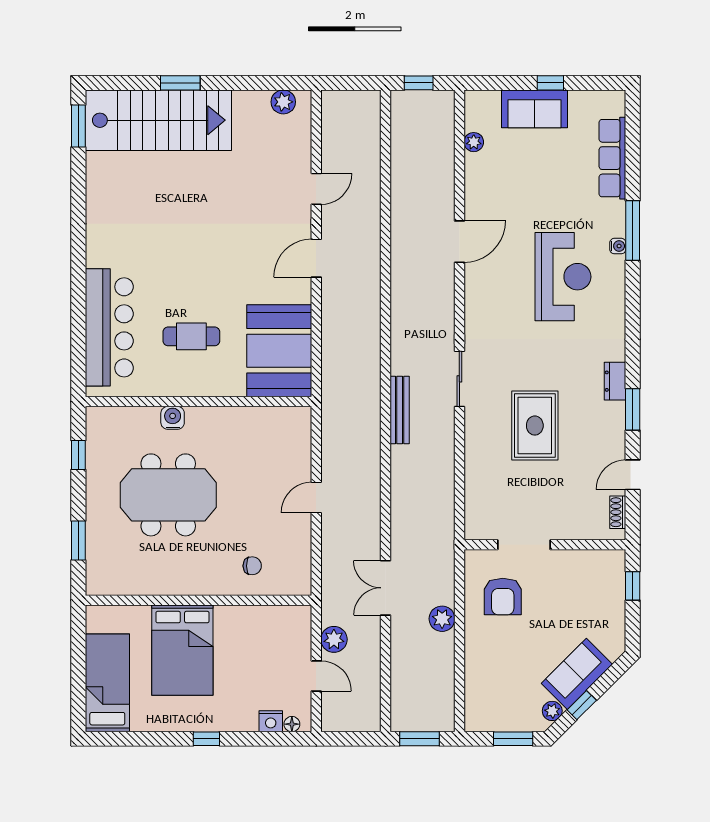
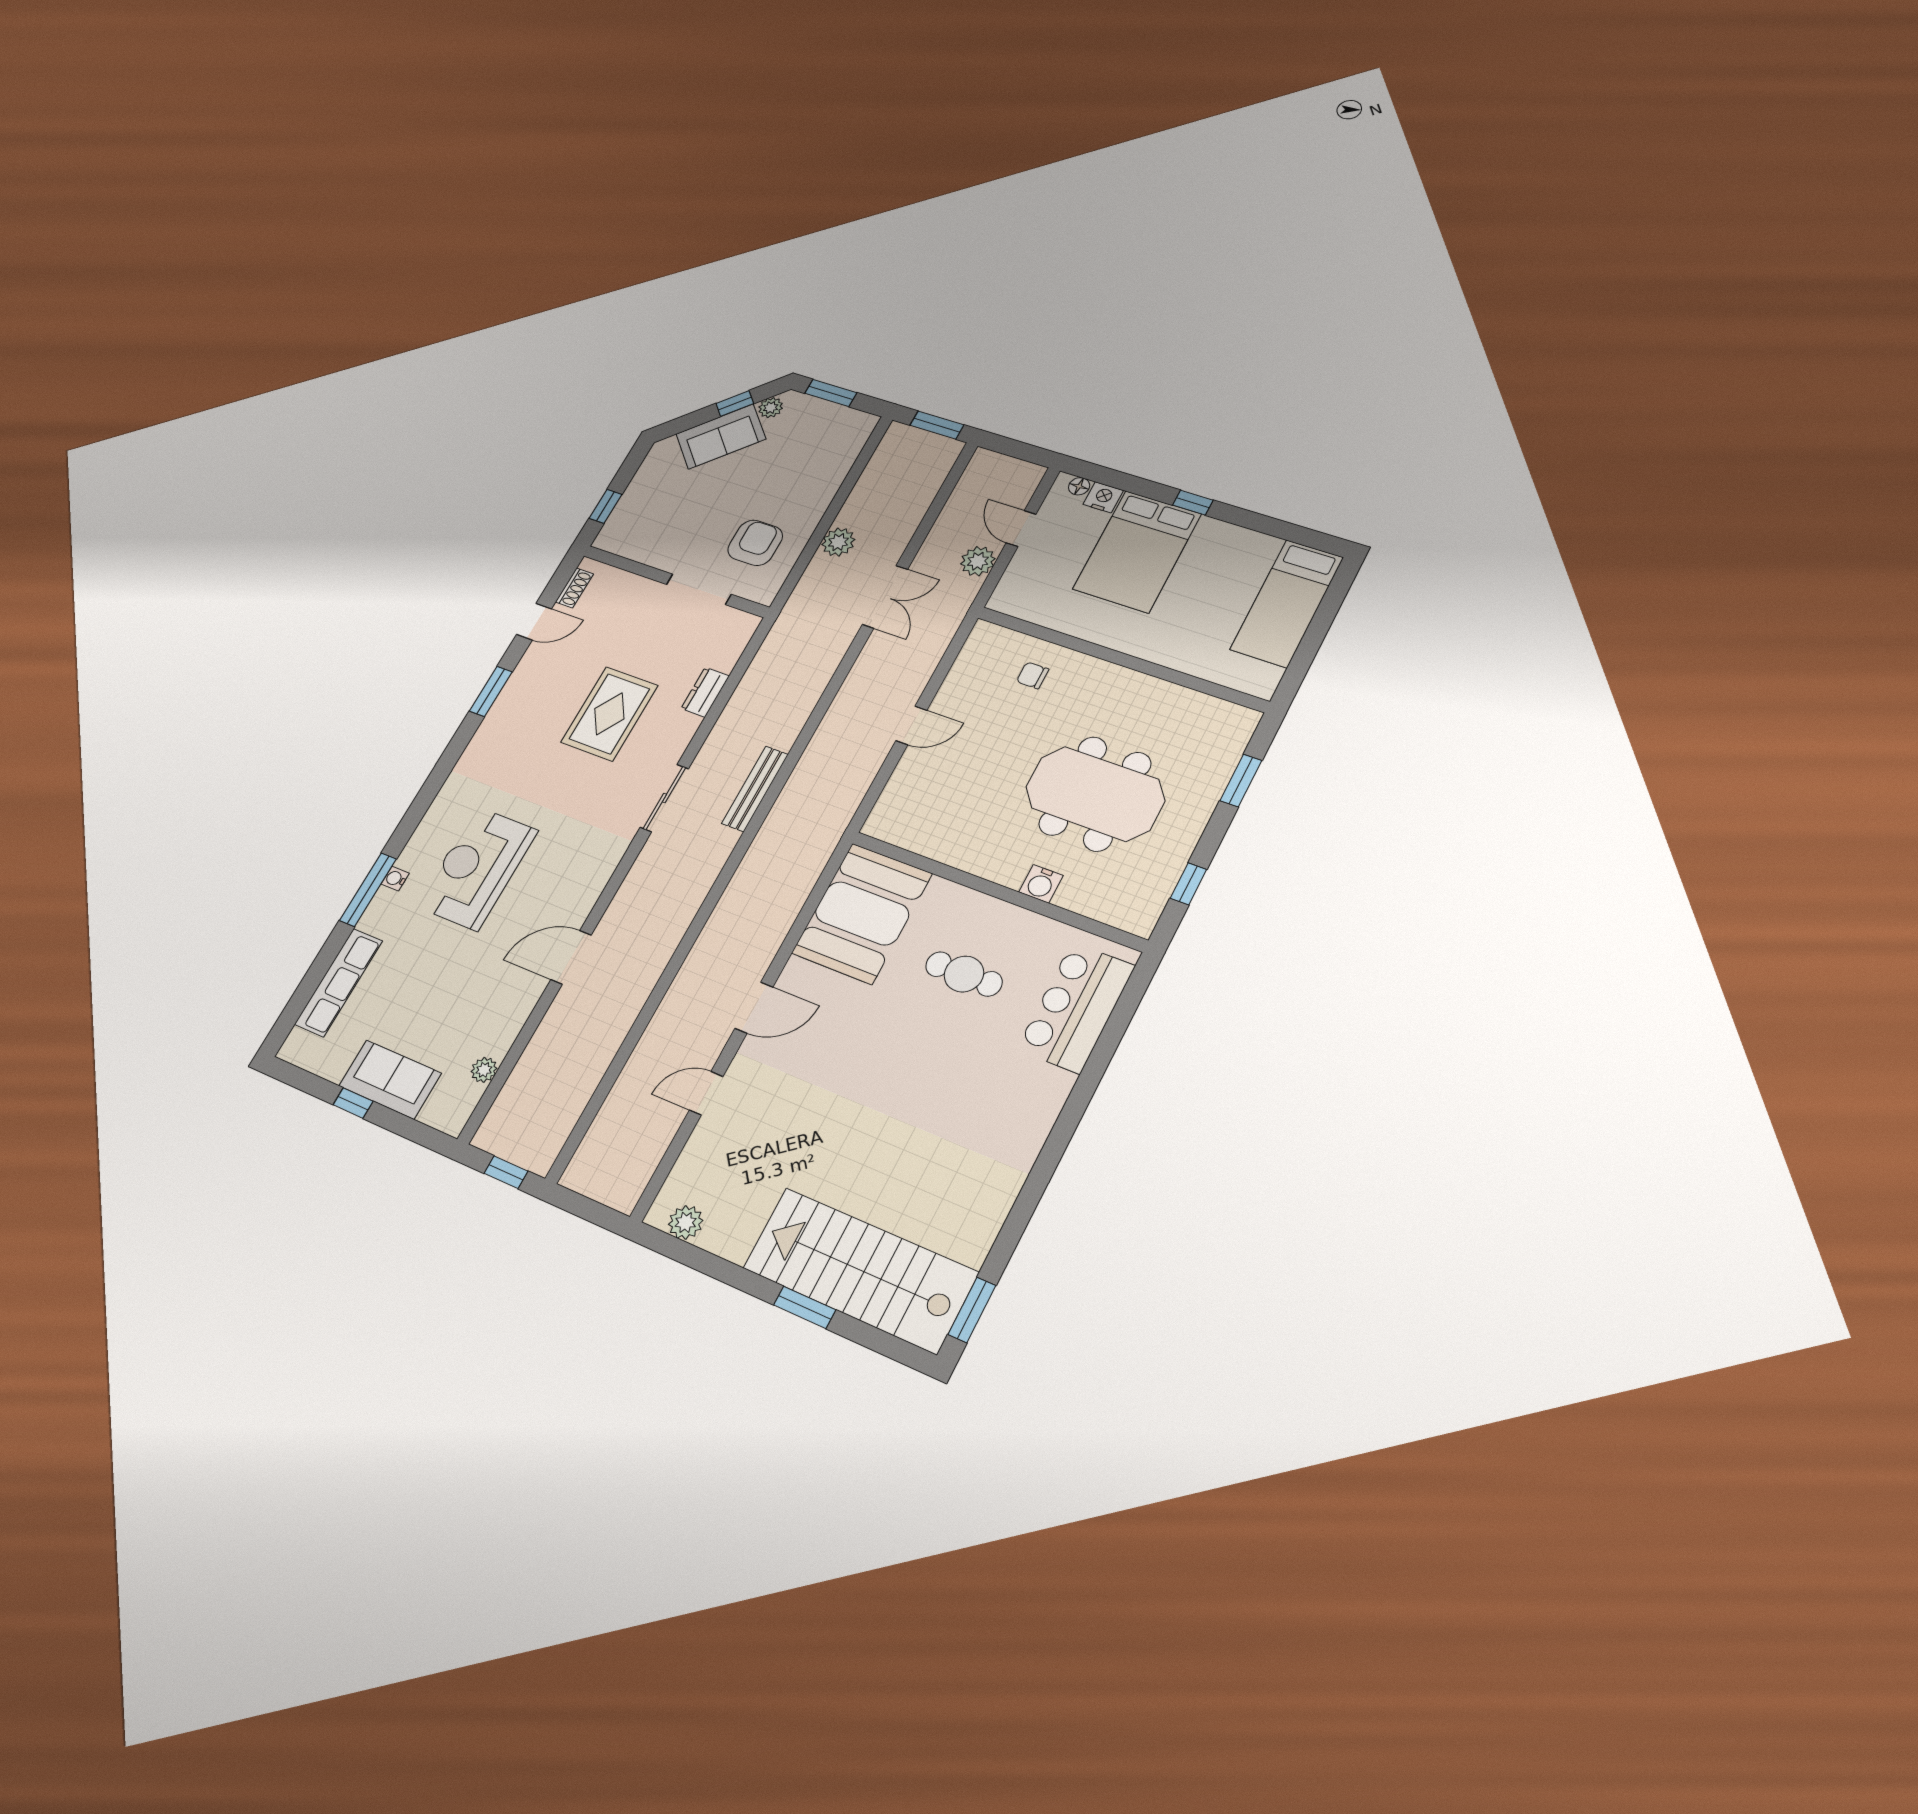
bar counter: (109, 327) -> (1076, 1007), width x0.73
dresser: (615, 381) -> (705, 692), moved, turned 180
bed: (182, 650) -> (1137, 551), moved, turned 180

